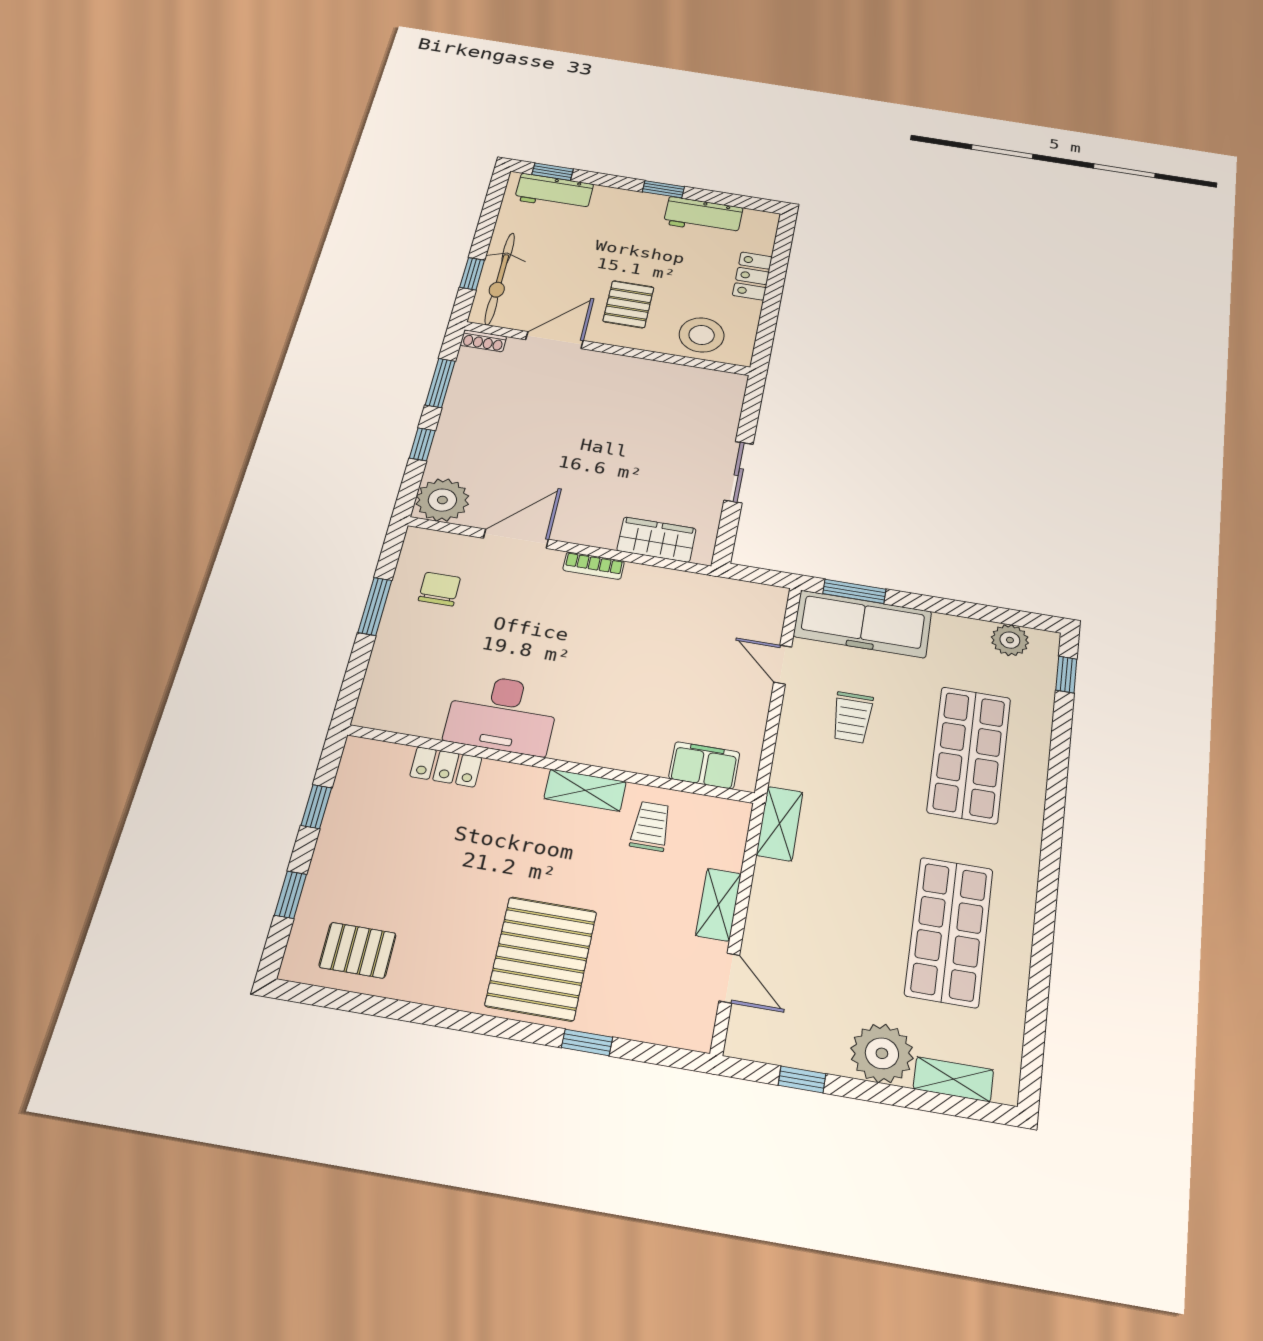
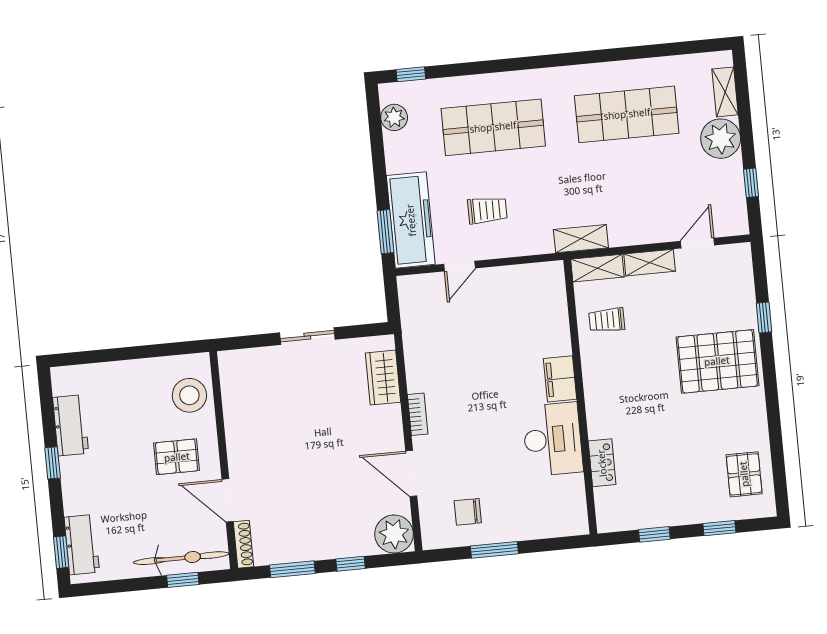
locker: (752, 276) -> (120, 373), removed
shoe rack: (483, 341) -> (243, 544), width x1.43
filing cabinet: (704, 765) -> (560, 379), moved
shelving: (585, 790) -> (597, 268), moved, turned 90

